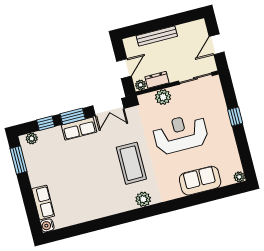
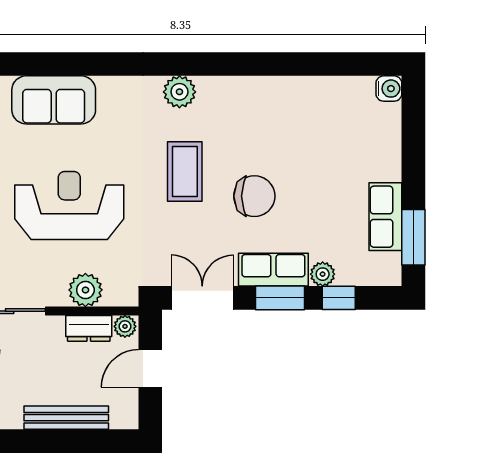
reception desk: (180, 134) -> (69, 206), turned 180
plant: (32, 138) -> (323, 274), moved
chair: (96, 160) -> (254, 196), added
coffee table: (131, 163) -> (185, 172), width x0.73, depth x0.76
row of seats: (43, 202) -> (385, 217), moved

